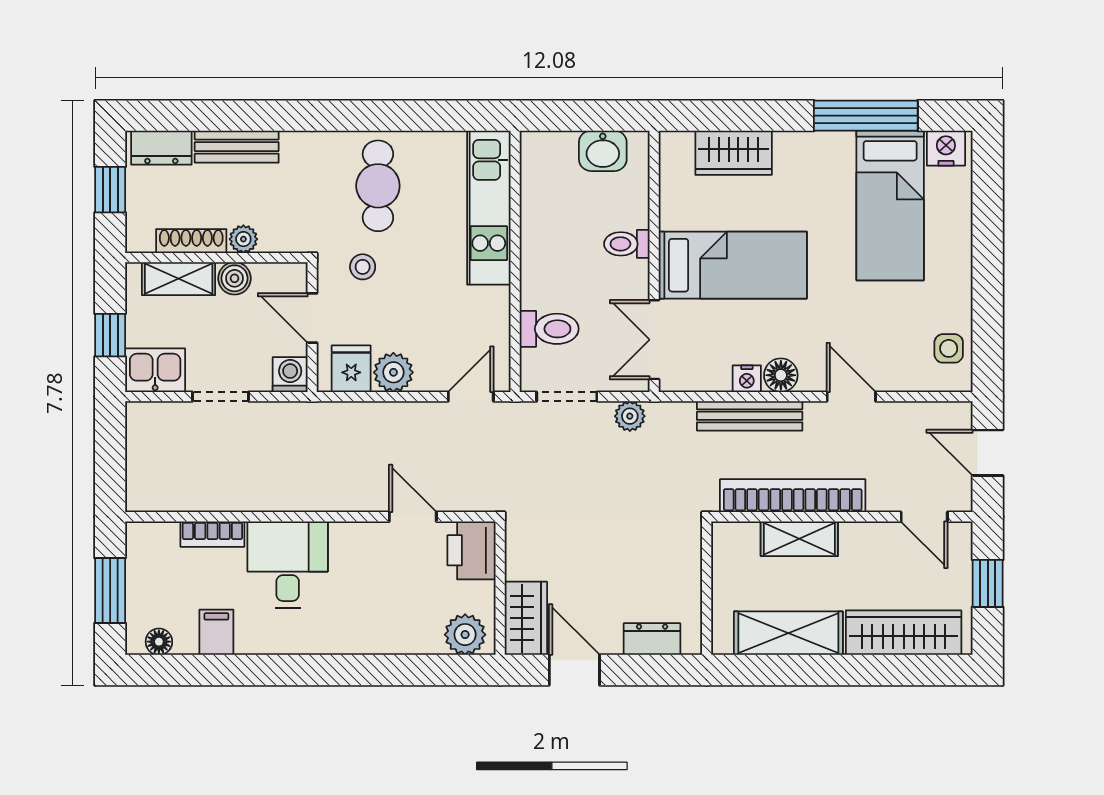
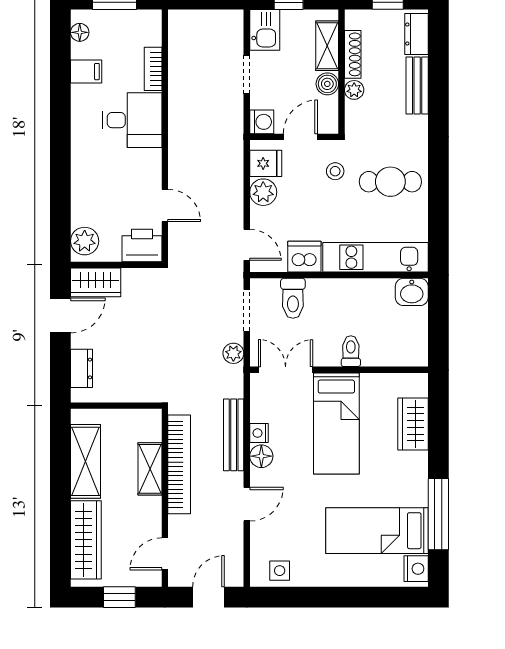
washbasin: (603, 151) -> (412, 292), moved, turned -90
dishwasher: (488, 312) -> (304, 257), added
door: (413, 517) -> (165, 205), hinge flipped

